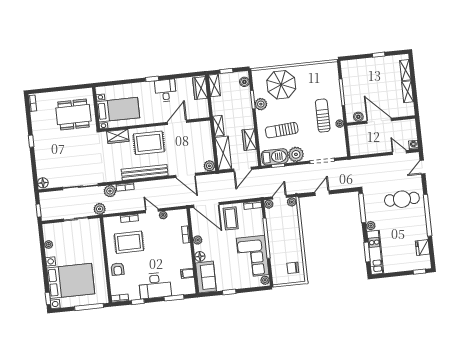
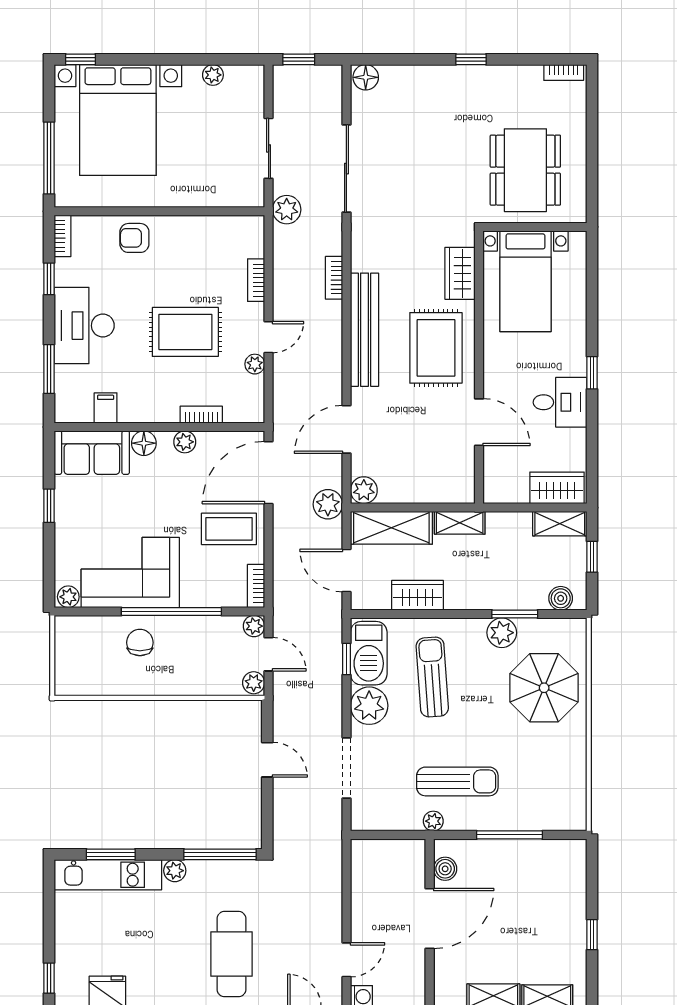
plant: (110, 191) -> (328, 504), moved
rug: (129, 242) -> (185, 332), moved, turned 90
chair: (293, 268) -> (140, 643), moved

